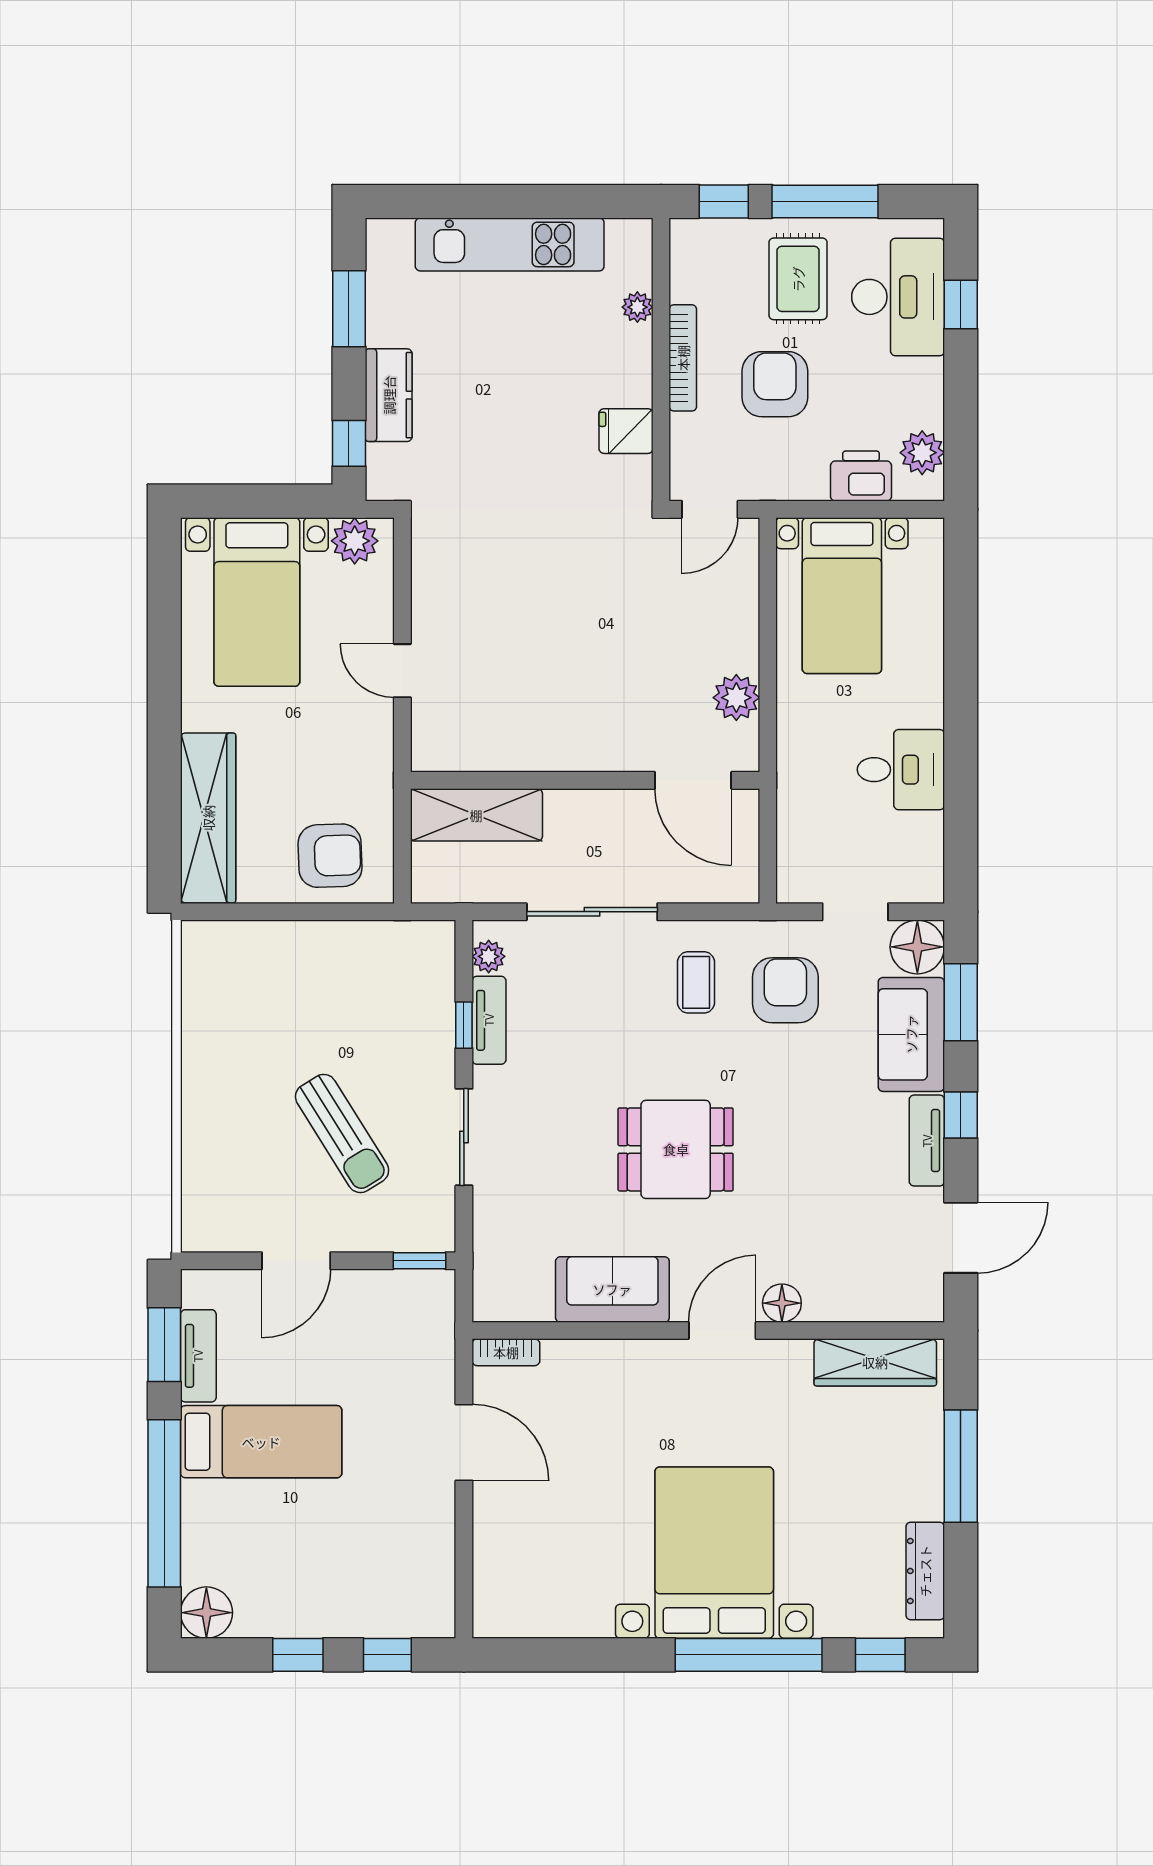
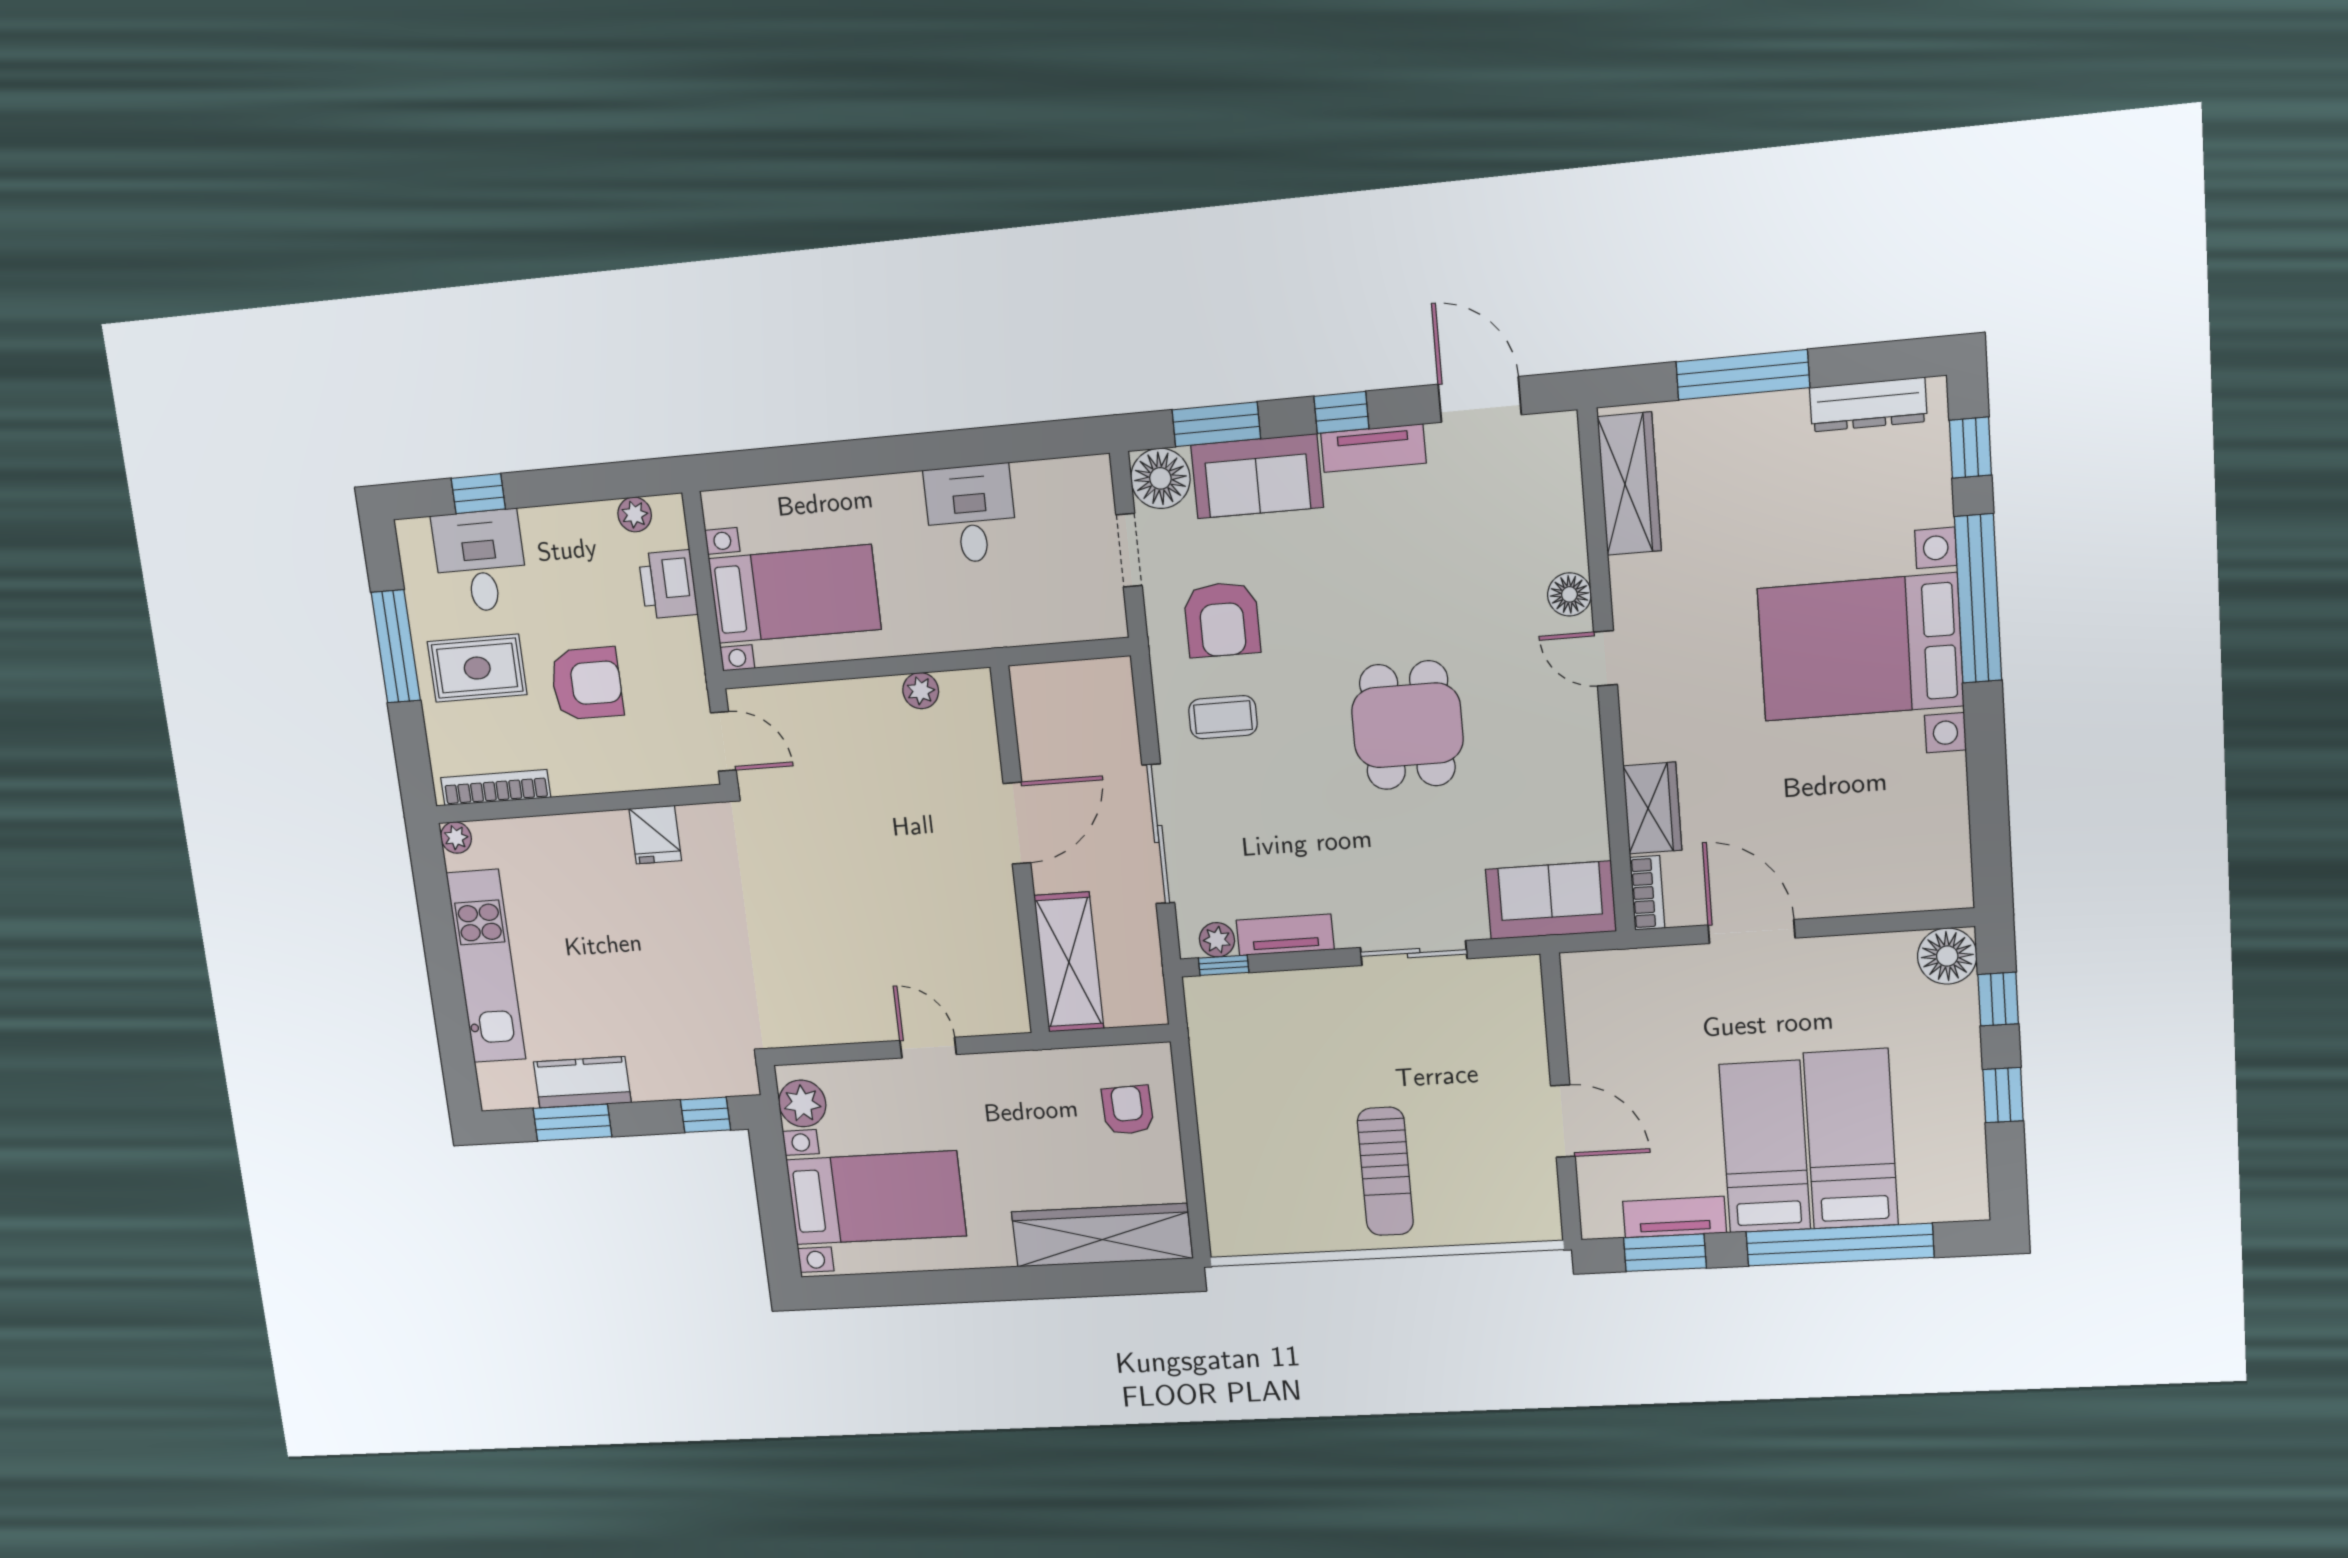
window: (724, 201) -> (411, 751), removed
desk: (898, 297) -> (480, 561), width x0.73
plant: (637, 307) -> (456, 838), moved
bookcase: (683, 358) -> (496, 787), moved
armchair: (775, 384) -> (587, 683), turned 180
kitchen counter: (389, 395) -> (582, 1082), moved
plant: (922, 453) -> (635, 514), width x0.73, depth x0.73
door: (402, 671) -> (928, 1048), swing flipped
plant: (736, 698) -> (921, 691), width x0.73, depth x0.73
door: (693, 780) -> (1017, 823), moved
armchair: (330, 856) -> (1128, 1110), width x0.72, depth x0.72
armchair: (785, 990) -> (1222, 620), turned -90
window: (464, 1025) -> (1224, 965), moved
sun lounger: (342, 1133) -> (1385, 1171), moved, turned 122
window: (419, 1261) -> (1553, 992), removed
sofa: (612, 1289) -> (1551, 900), moved, turned 90
door: (722, 1331) -> (1605, 658), width x0.73
wardrobe: (583, 1362) -> (1652, 808), added
door: (464, 1443) -> (1752, 931), hinge flipped
bed: (264, 1519) -> (1851, 1139), added
floor lamp: (206, 1613) -> (1947, 956), moved

